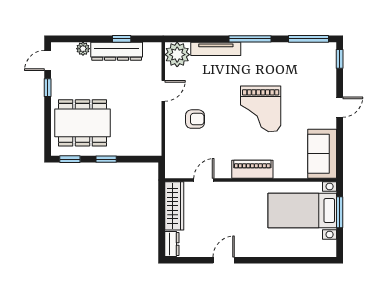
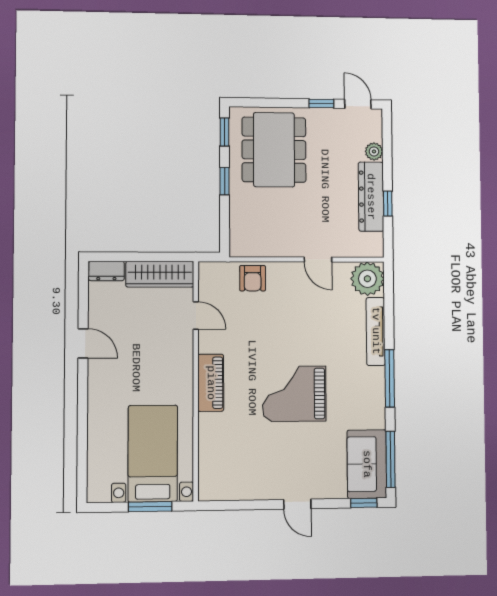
armchair: (195, 119) -> (253, 278), moved
sofa: (322, 154) -> (367, 464), moved, turned -90

